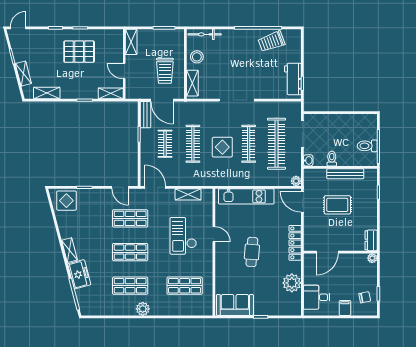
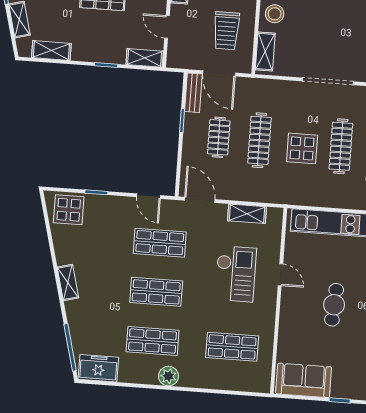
checkout: (183, 236) -> (236, 274), turned 180
freezer: (79, 274) -> (98, 368), moved, turned -75

